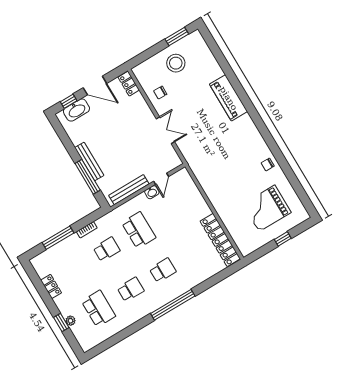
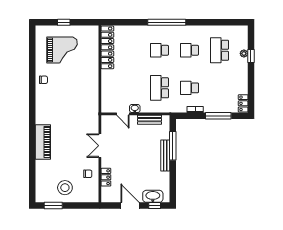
locker: (129, 84) -> (106, 177), moved
door: (161, 179) -> (123, 114), swing flipped
bench: (129, 190) -> (150, 120), width x0.73
locker: (51, 286) -> (243, 103), moved

